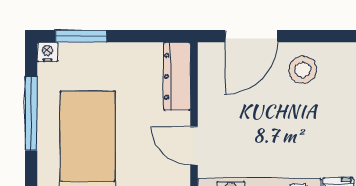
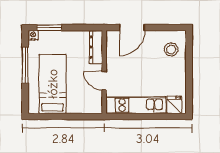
stool: (303, 70) -> (171, 50), moved

